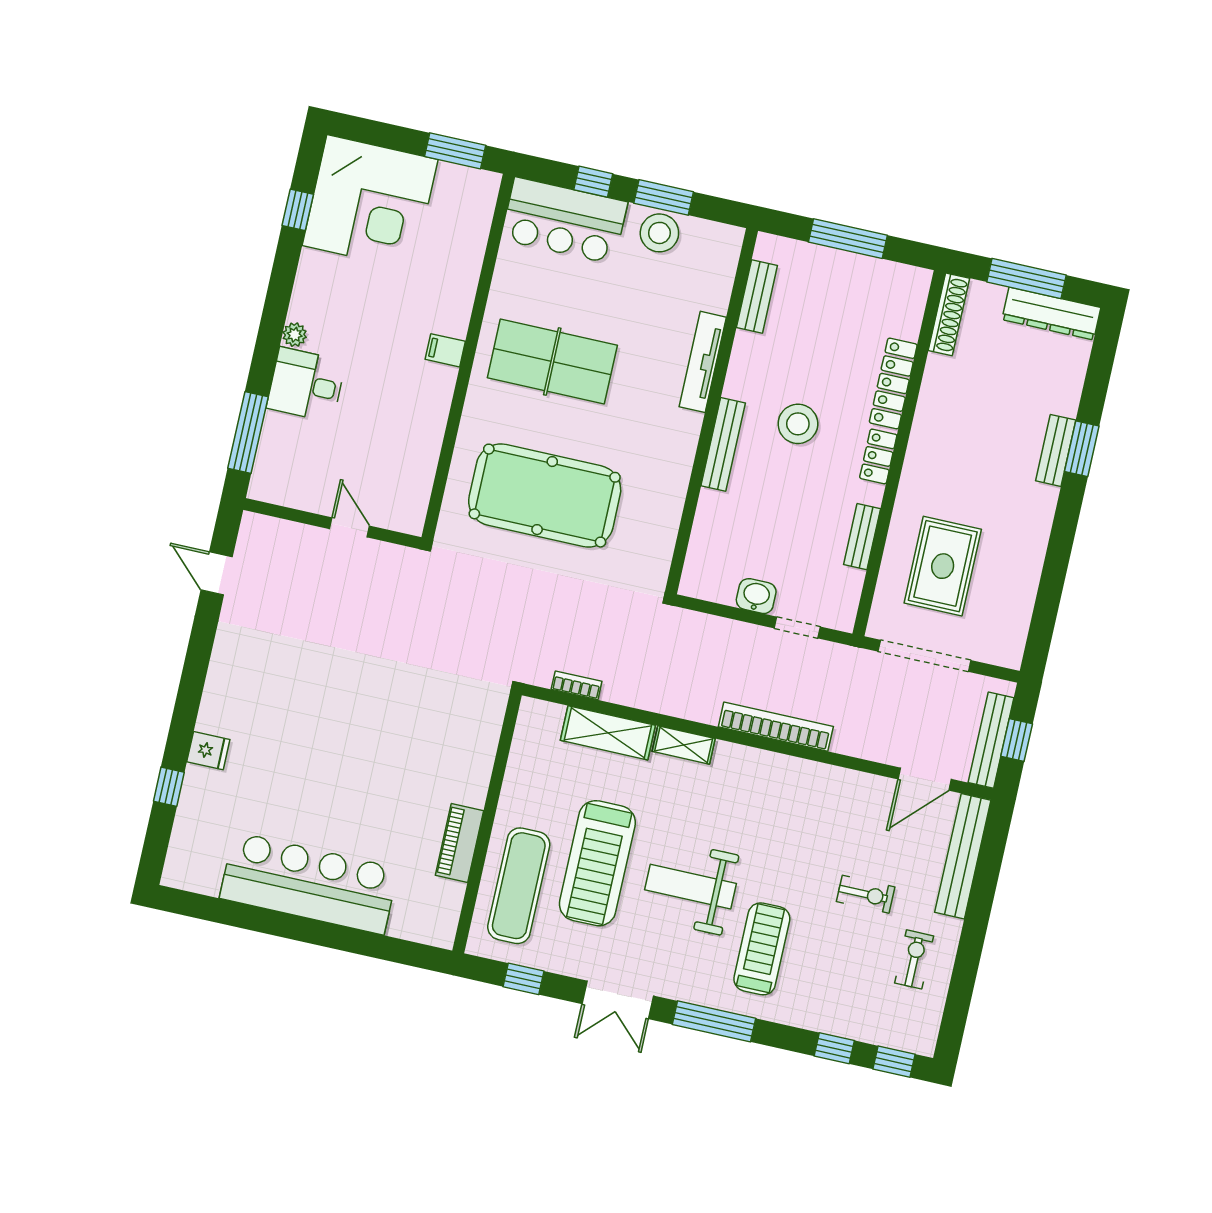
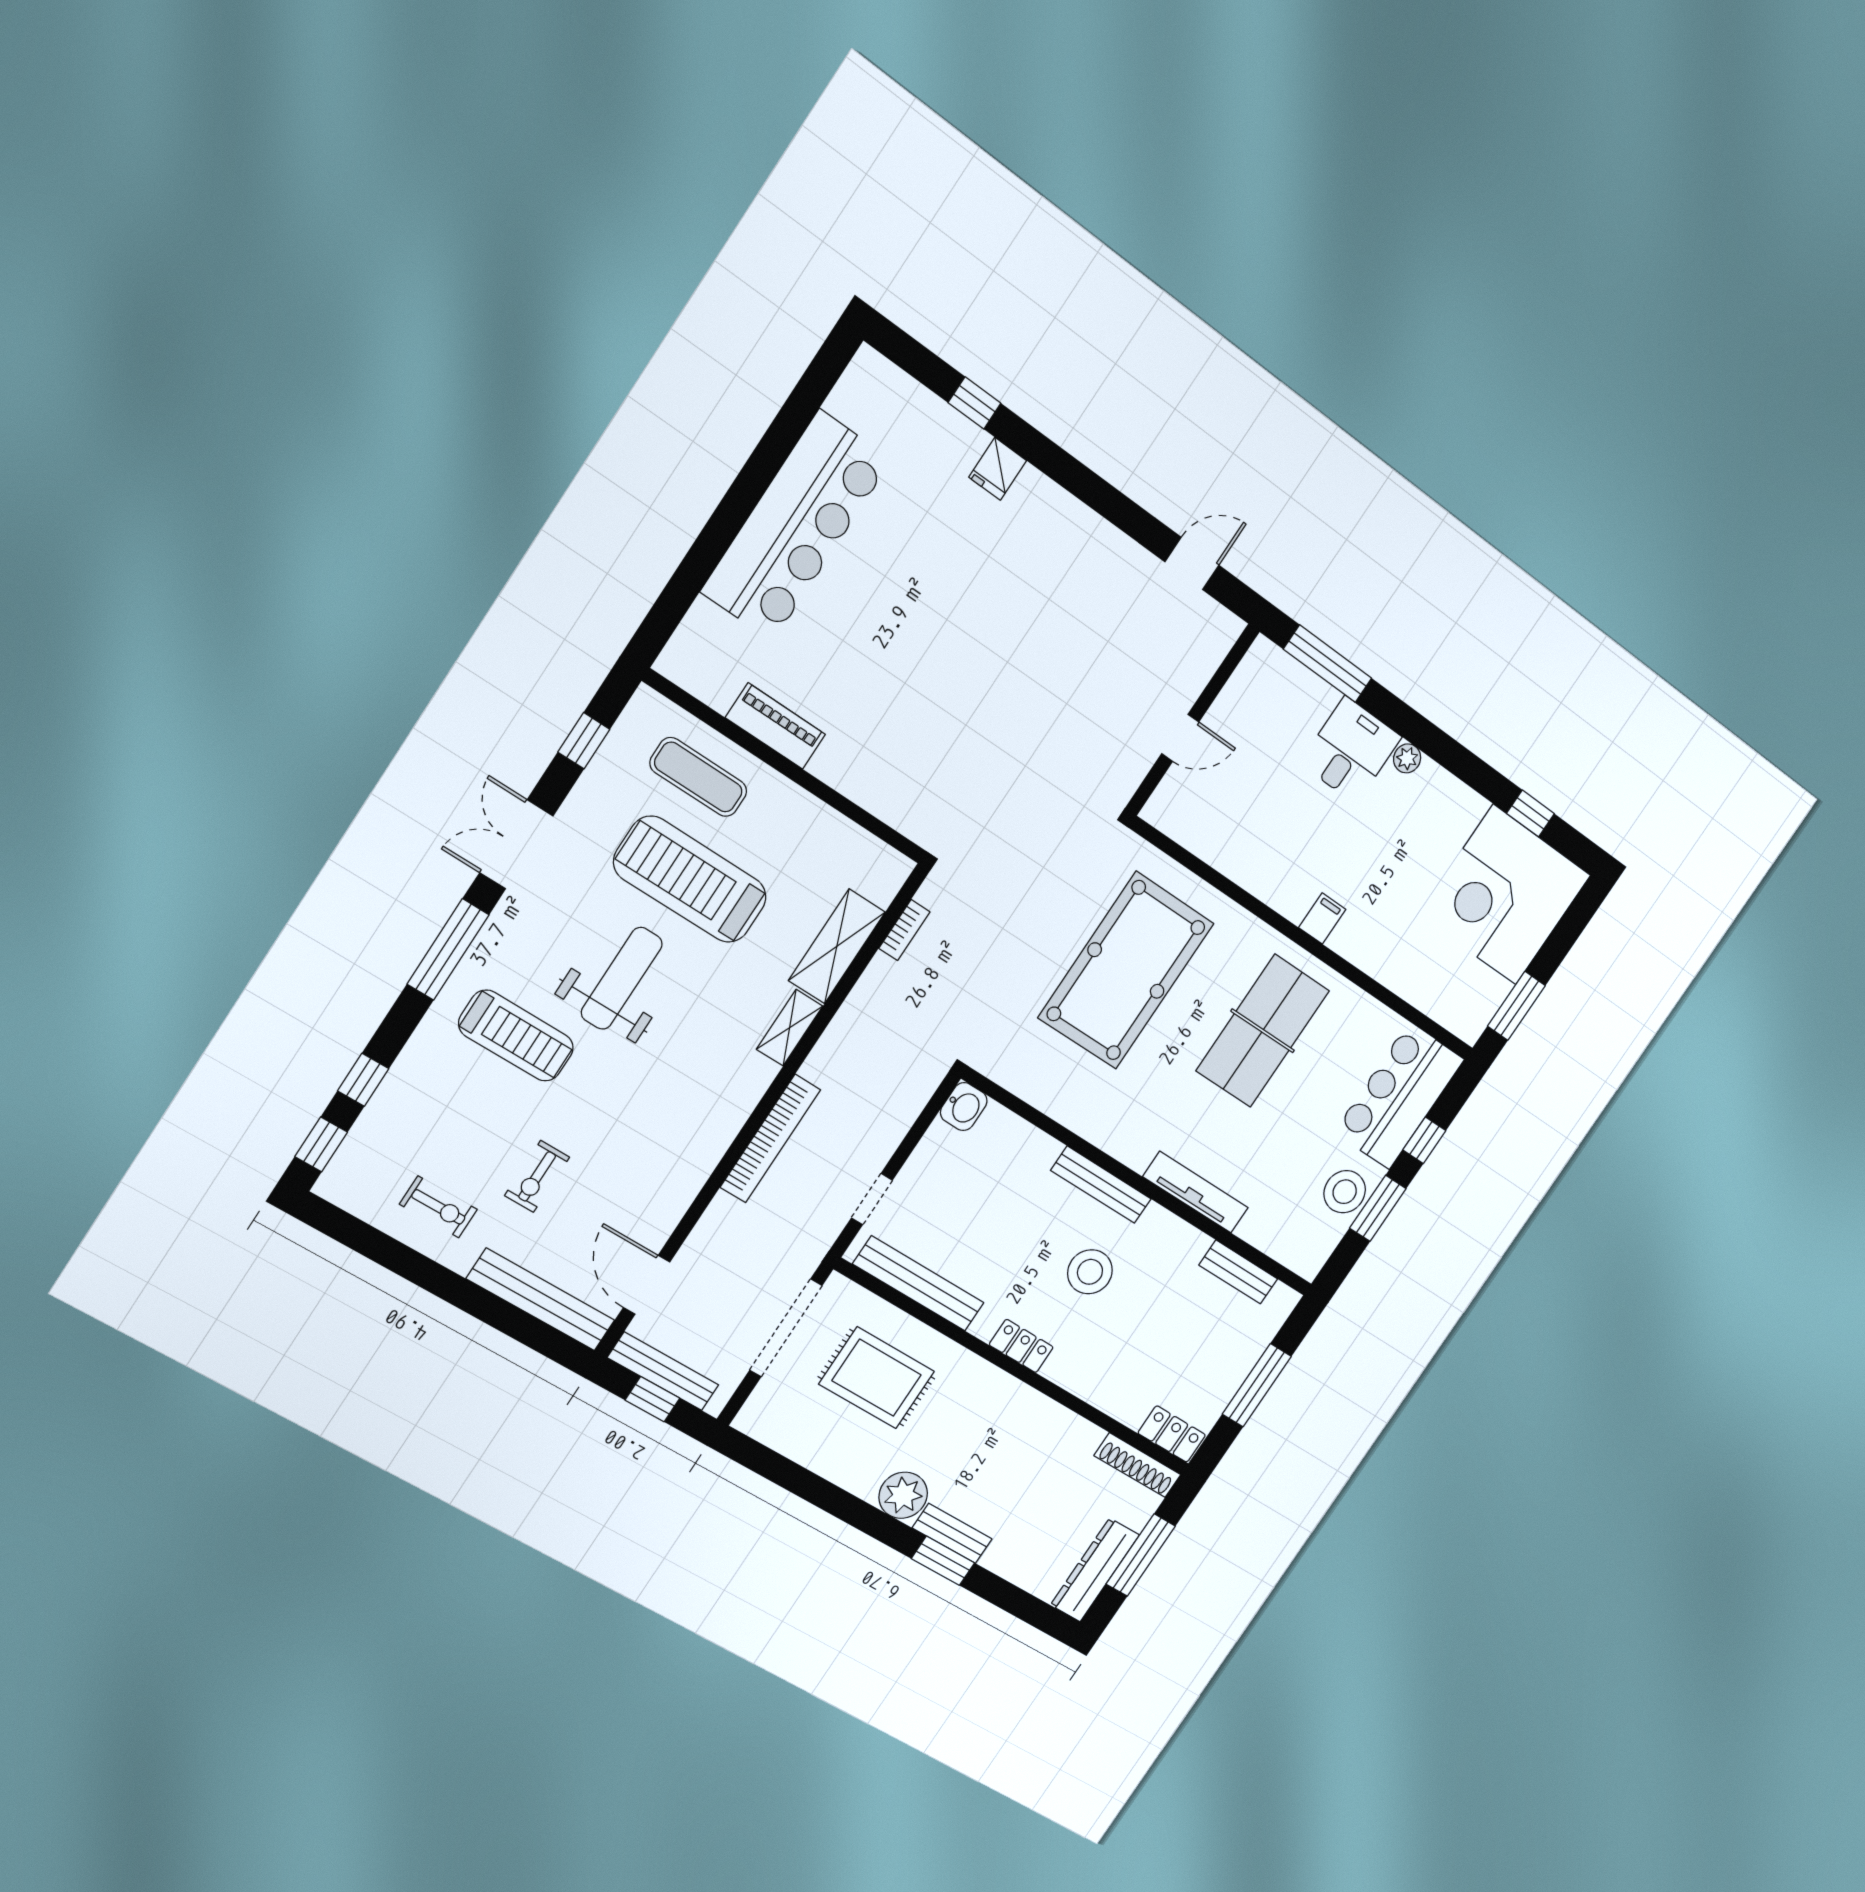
locker: (893, 384) -> (1172, 1434), moved, width x0.66
plant: (1035, 505) -> (903, 1495), added
bench: (862, 537) -> (919, 1283), width x1.86, depth x1.21
washbasin: (756, 596) -> (964, 1107), moved
exercise mat: (519, 886) -> (698, 777), width x0.73, depth x0.69

